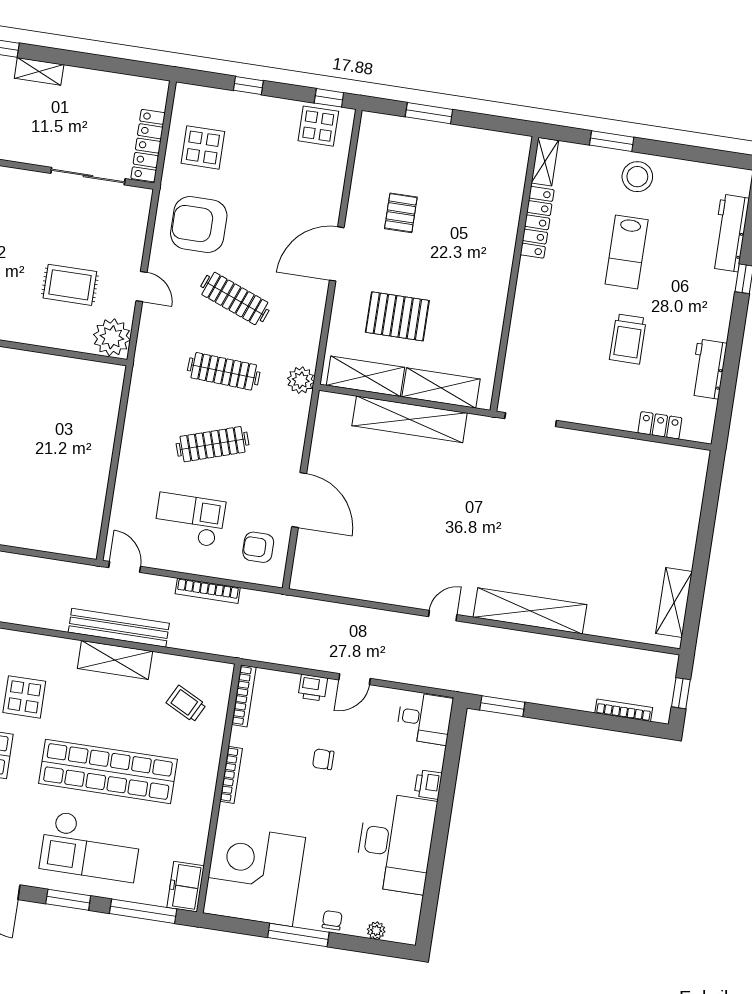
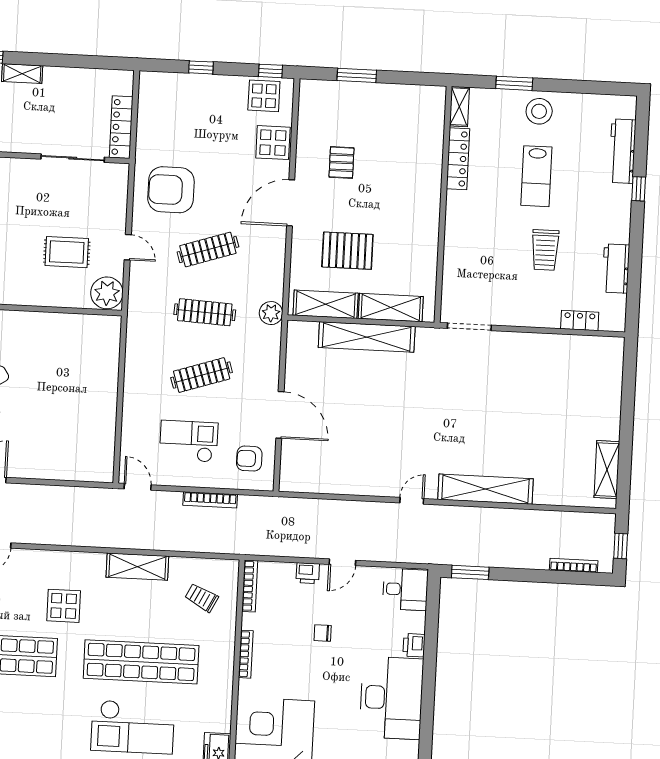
display table: (203, 147) -> (273, 143), moved
clothes rail: (235, 298) -> (208, 249), turned -39
bench: (119, 628) -> (138, 539), removed

